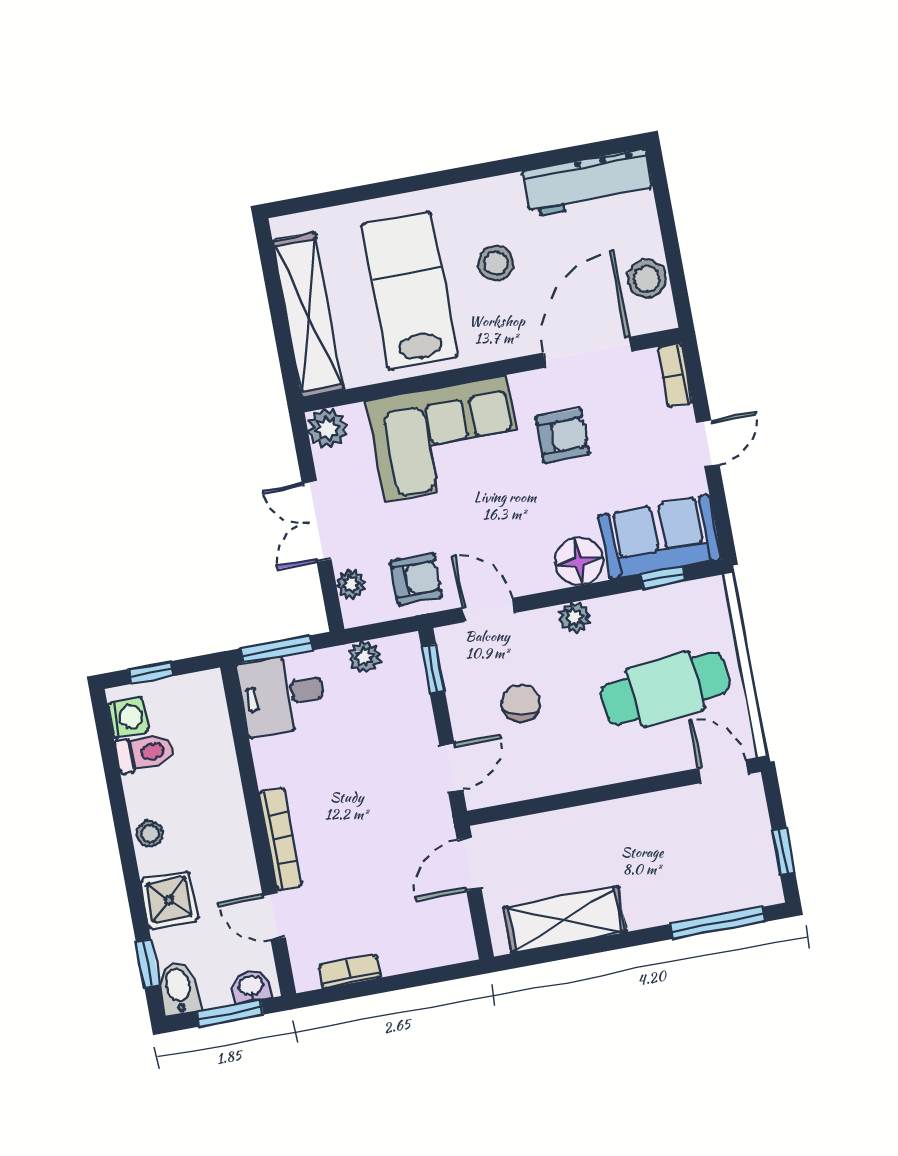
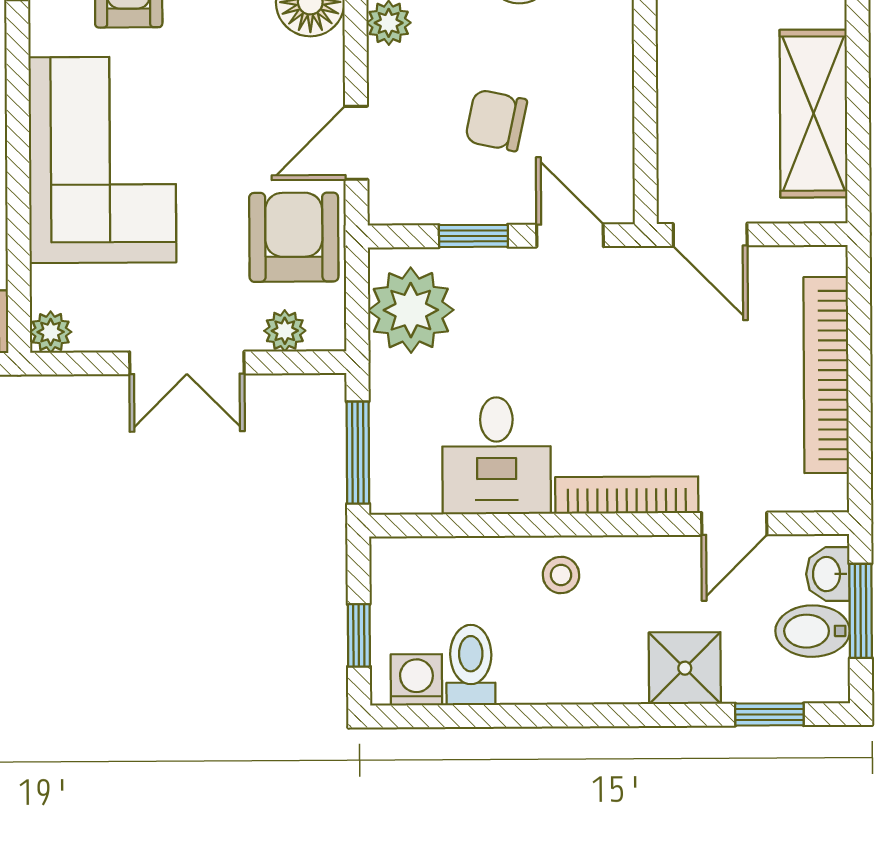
plant: (327, 428) -> (51, 332), width x0.73, depth x0.73
armchair: (416, 579) -> (294, 237), width x1.38, depth x1.38
plant: (364, 657) -> (411, 310), width x1.88, depth x1.88
window: (433, 669) -> (473, 236), moved
desk: (282, 694) -> (497, 456), moved
stool: (150, 834) -> (561, 575), moved
bookcase: (350, 971) -> (826, 375), width x2.31, depth x1.31
bidet: (178, 989) -> (813, 631), moved

